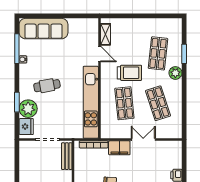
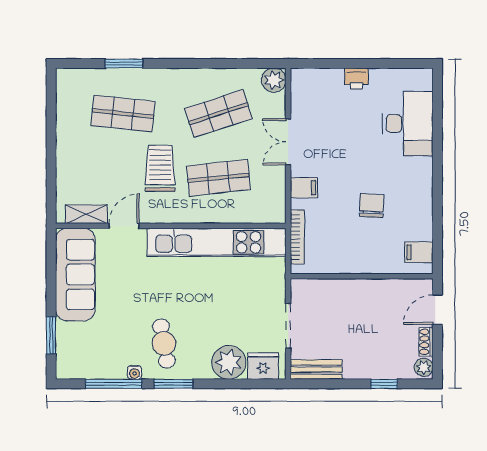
window: (42, 16) -> (51, 335), added
sofa: (44, 29) -> (75, 275), moved
plant: (175, 73) -> (274, 80), moved
cafe table: (47, 86) -> (164, 343), moved
window: (17, 102) -> (173, 384), moved
filing cabinet: (119, 148) -> (304, 188), width x0.50
bench: (67, 156) -> (316, 370), moved

